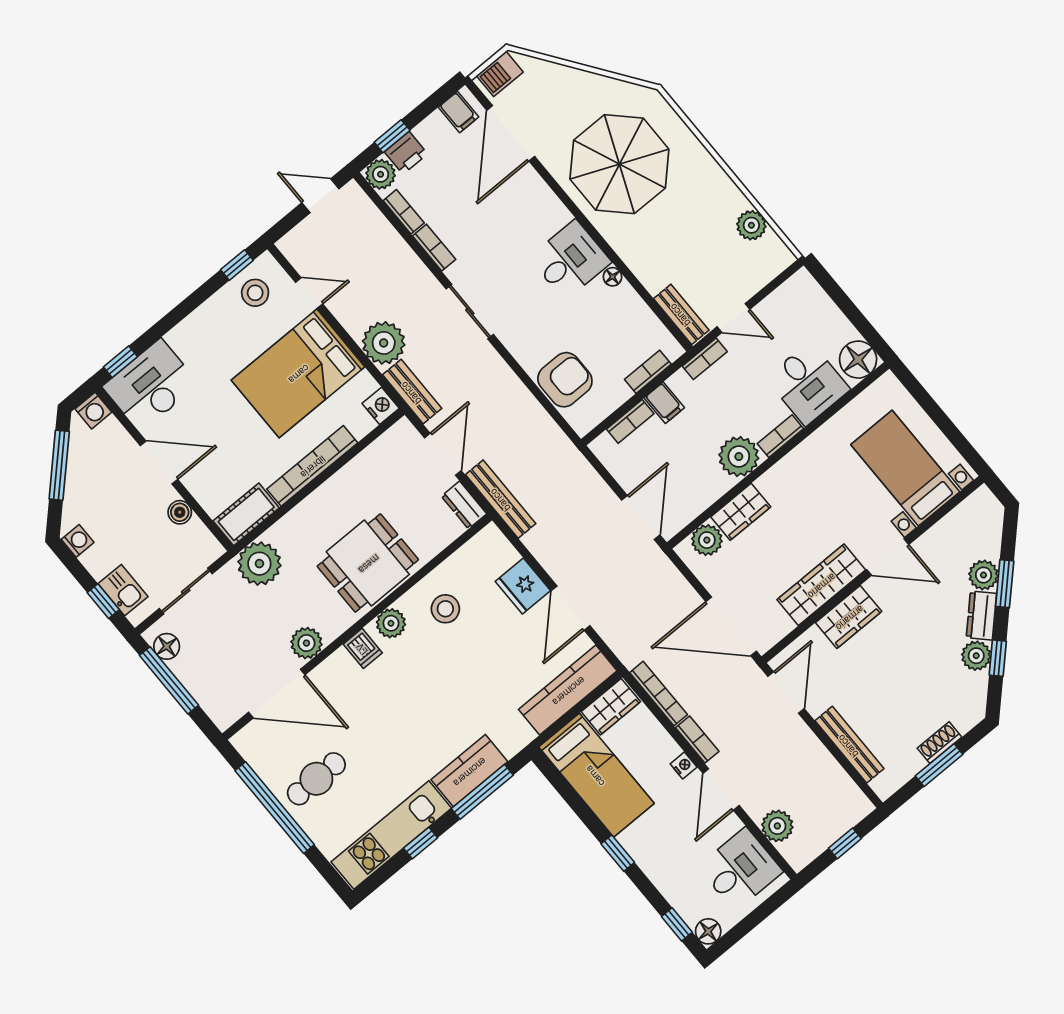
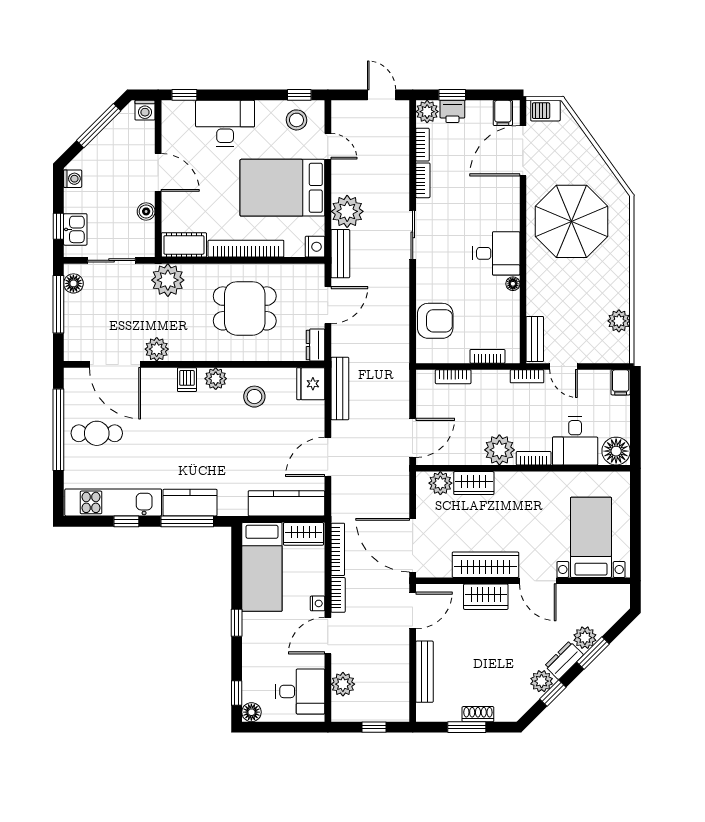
desk: (151, 385) -> (225, 123), moved
filing cabinet: (664, 403) -> (621, 382), moved
bench: (501, 499) -> (340, 389), moved
dining table: (368, 563) -> (245, 308), moved
fridge: (523, 586) -> (311, 384), moved

